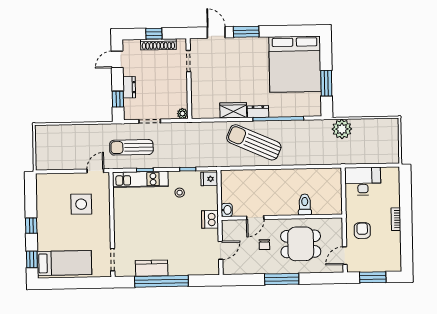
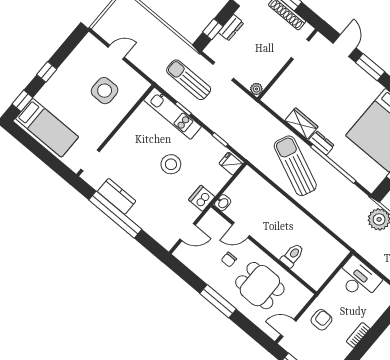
door: (95, 171) -> (116, 52), moved
stool: (180, 193) -> (171, 164), moved, width x1.89, depth x1.89

